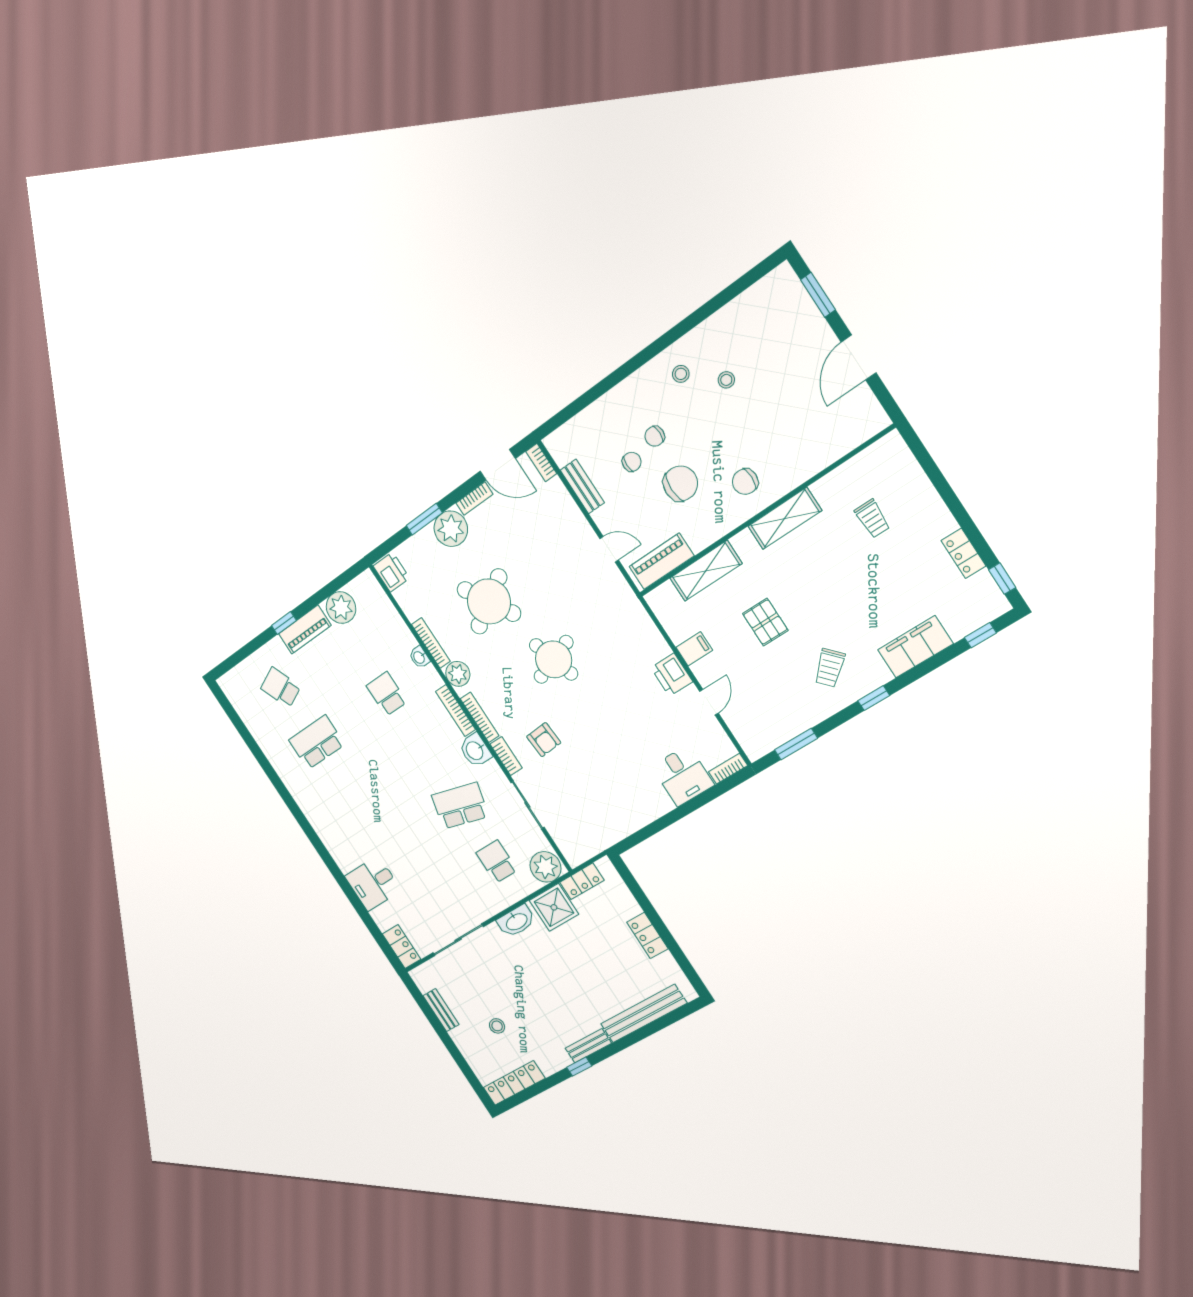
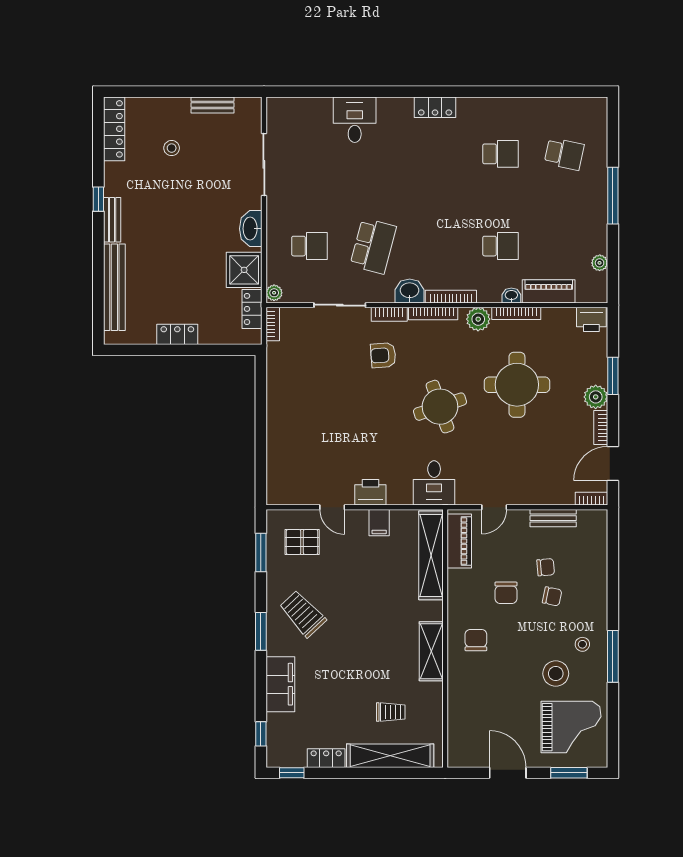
grand piano: (770, 326) -> (571, 727), added
window: (673, 335) -> (613, 656), added
stool: (726, 380) -> (556, 674), width x1.89, depth x1.89
chair: (655, 436) -> (552, 596), turned 102
chair: (632, 462) -> (546, 567), turned -95
chair: (680, 483) -> (506, 593), width x0.73, depth x0.73
shelving: (919, 490) -> (390, 756), added
trolley: (872, 519) -> (391, 712), turned 180
plant: (451, 529) -> (596, 397), width x0.73, depth x0.73
shelving: (706, 571) -> (431, 555), width x1.47
round table: (489, 602) -> (517, 385), turned 32
plant: (341, 608) -> (600, 263), width x0.53, depth x0.53
pallet: (765, 622) -> (302, 542), moved
window: (284, 623) -> (613, 196), width x2.17
piano: (305, 630) -> (549, 291), moved, turned 90
trolley: (830, 668) -> (303, 614), width x1.36, depth x1.39
school desk: (281, 688) -> (564, 154), turned 36
window: (874, 698) -> (261, 631), width x1.50
school desk: (317, 742) -> (500, 154), width x0.54
bookcase: (728, 769) -> (273, 324), moved
desk: (683, 776) -> (434, 483), moved, turned -90
plant: (546, 867) -> (274, 293), width x0.53, depth x0.53
locker: (402, 947) -> (435, 107), moved

